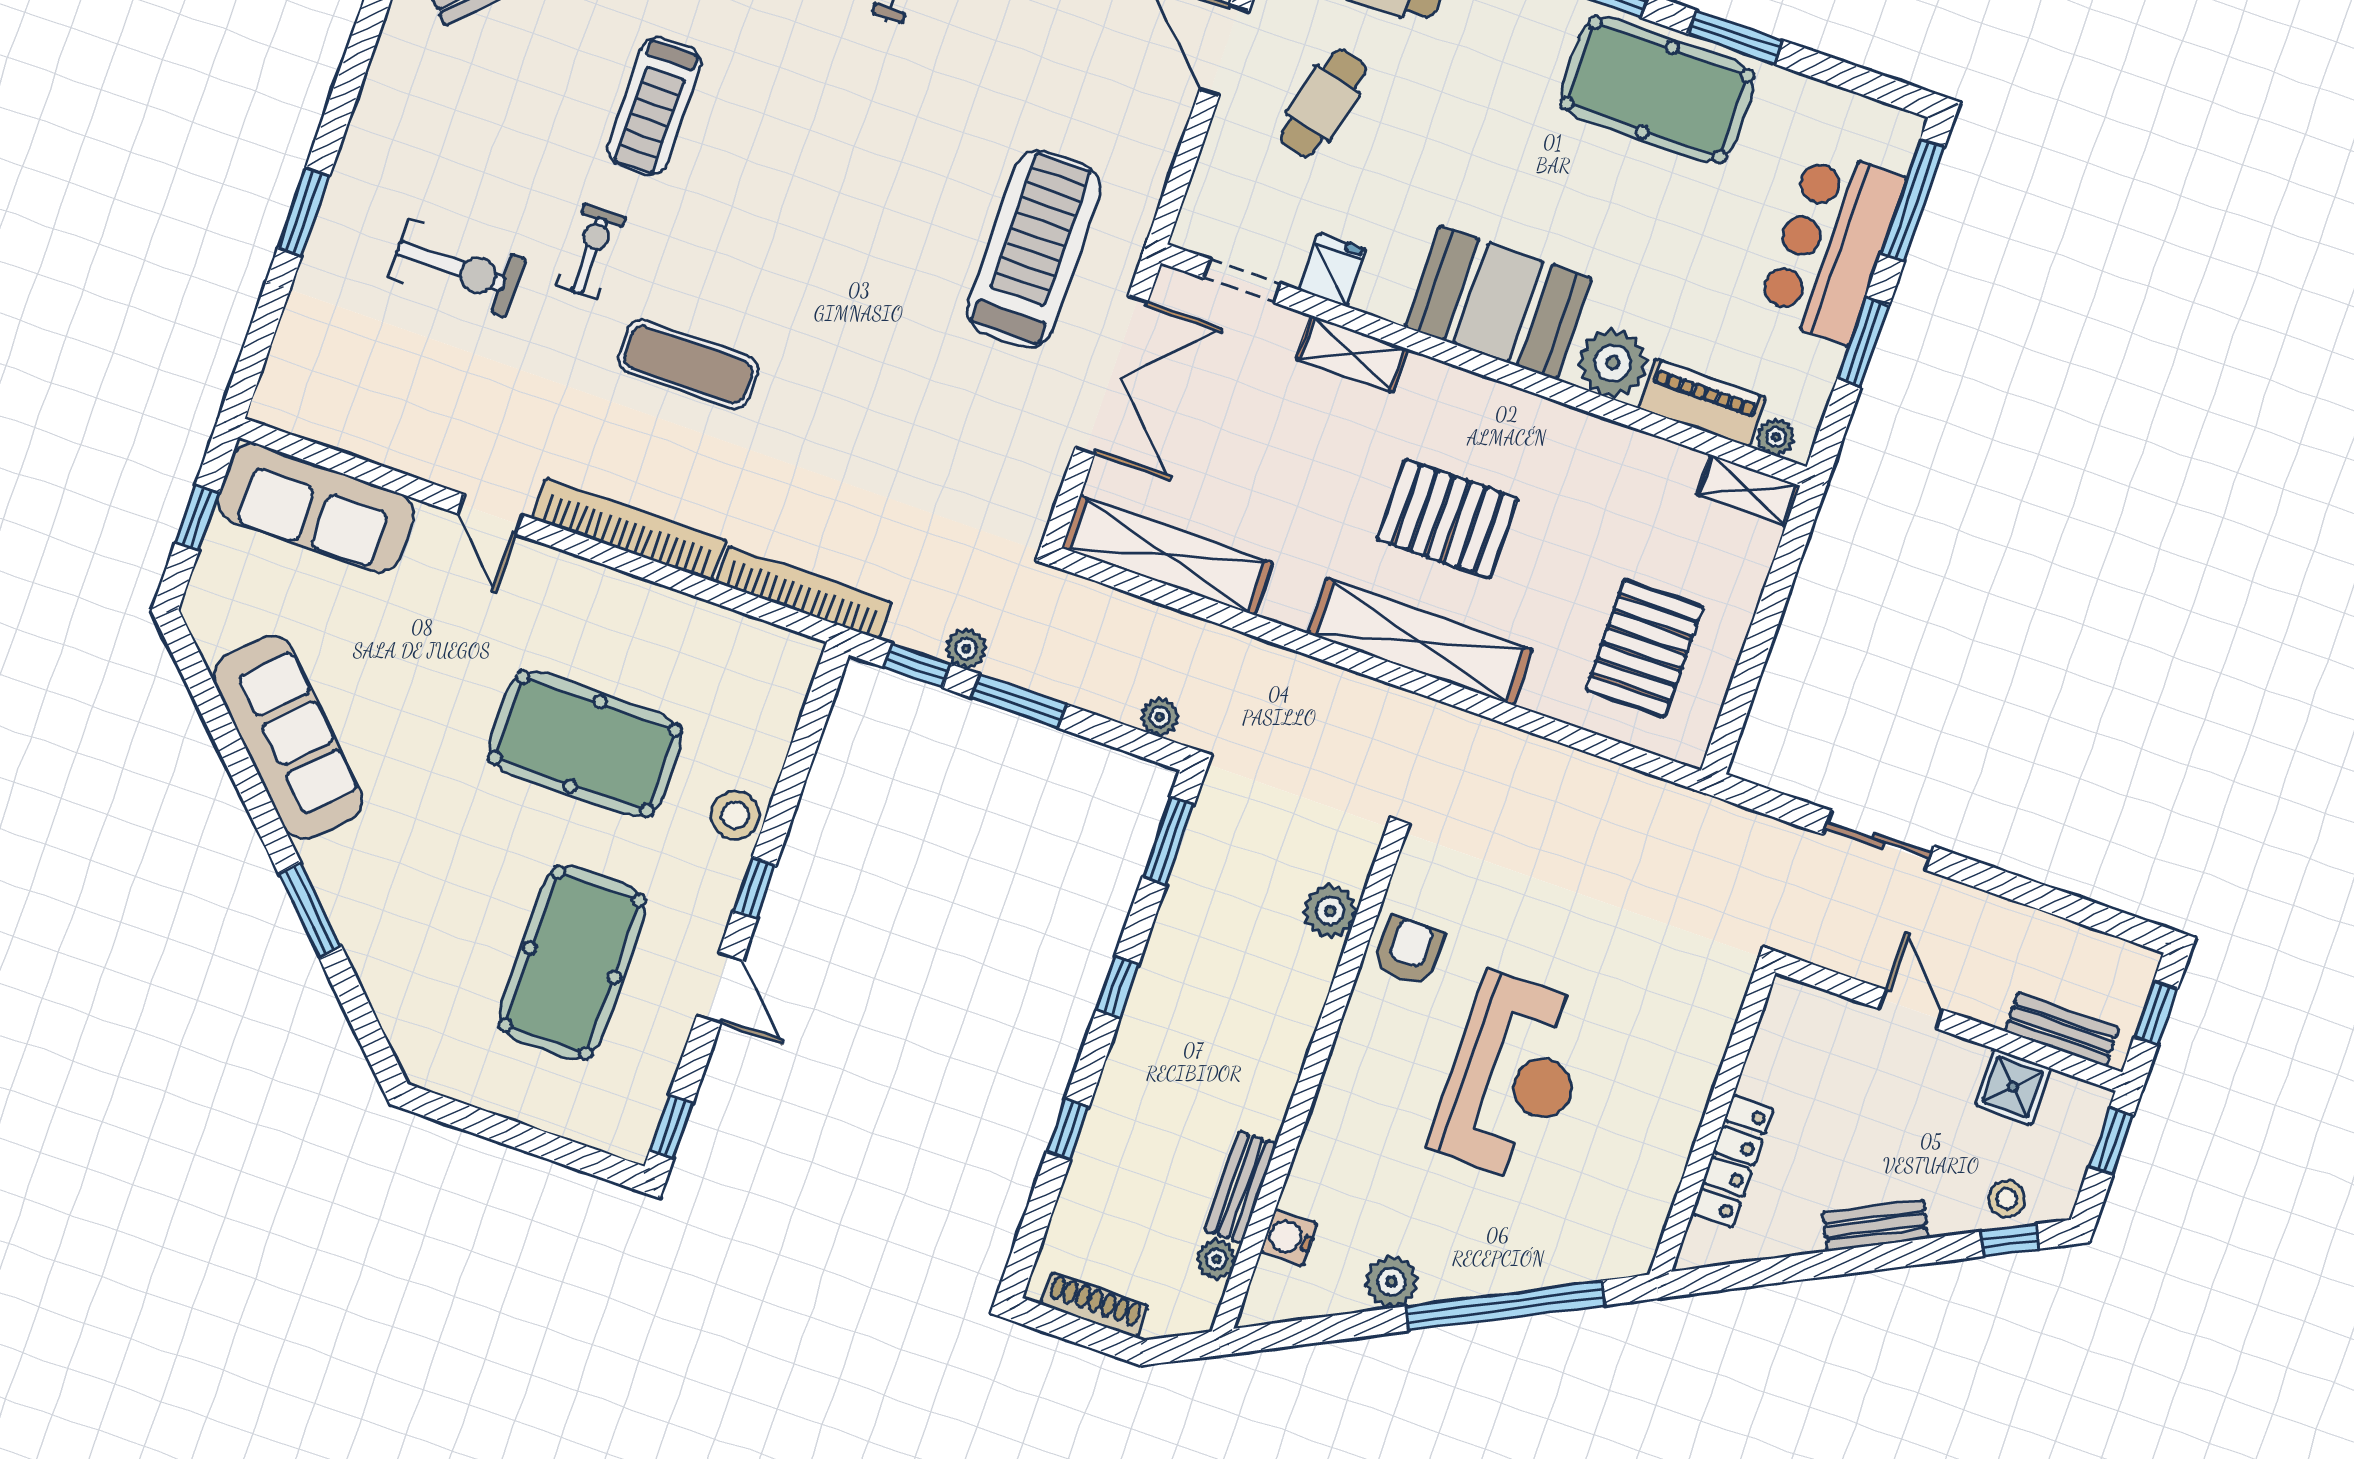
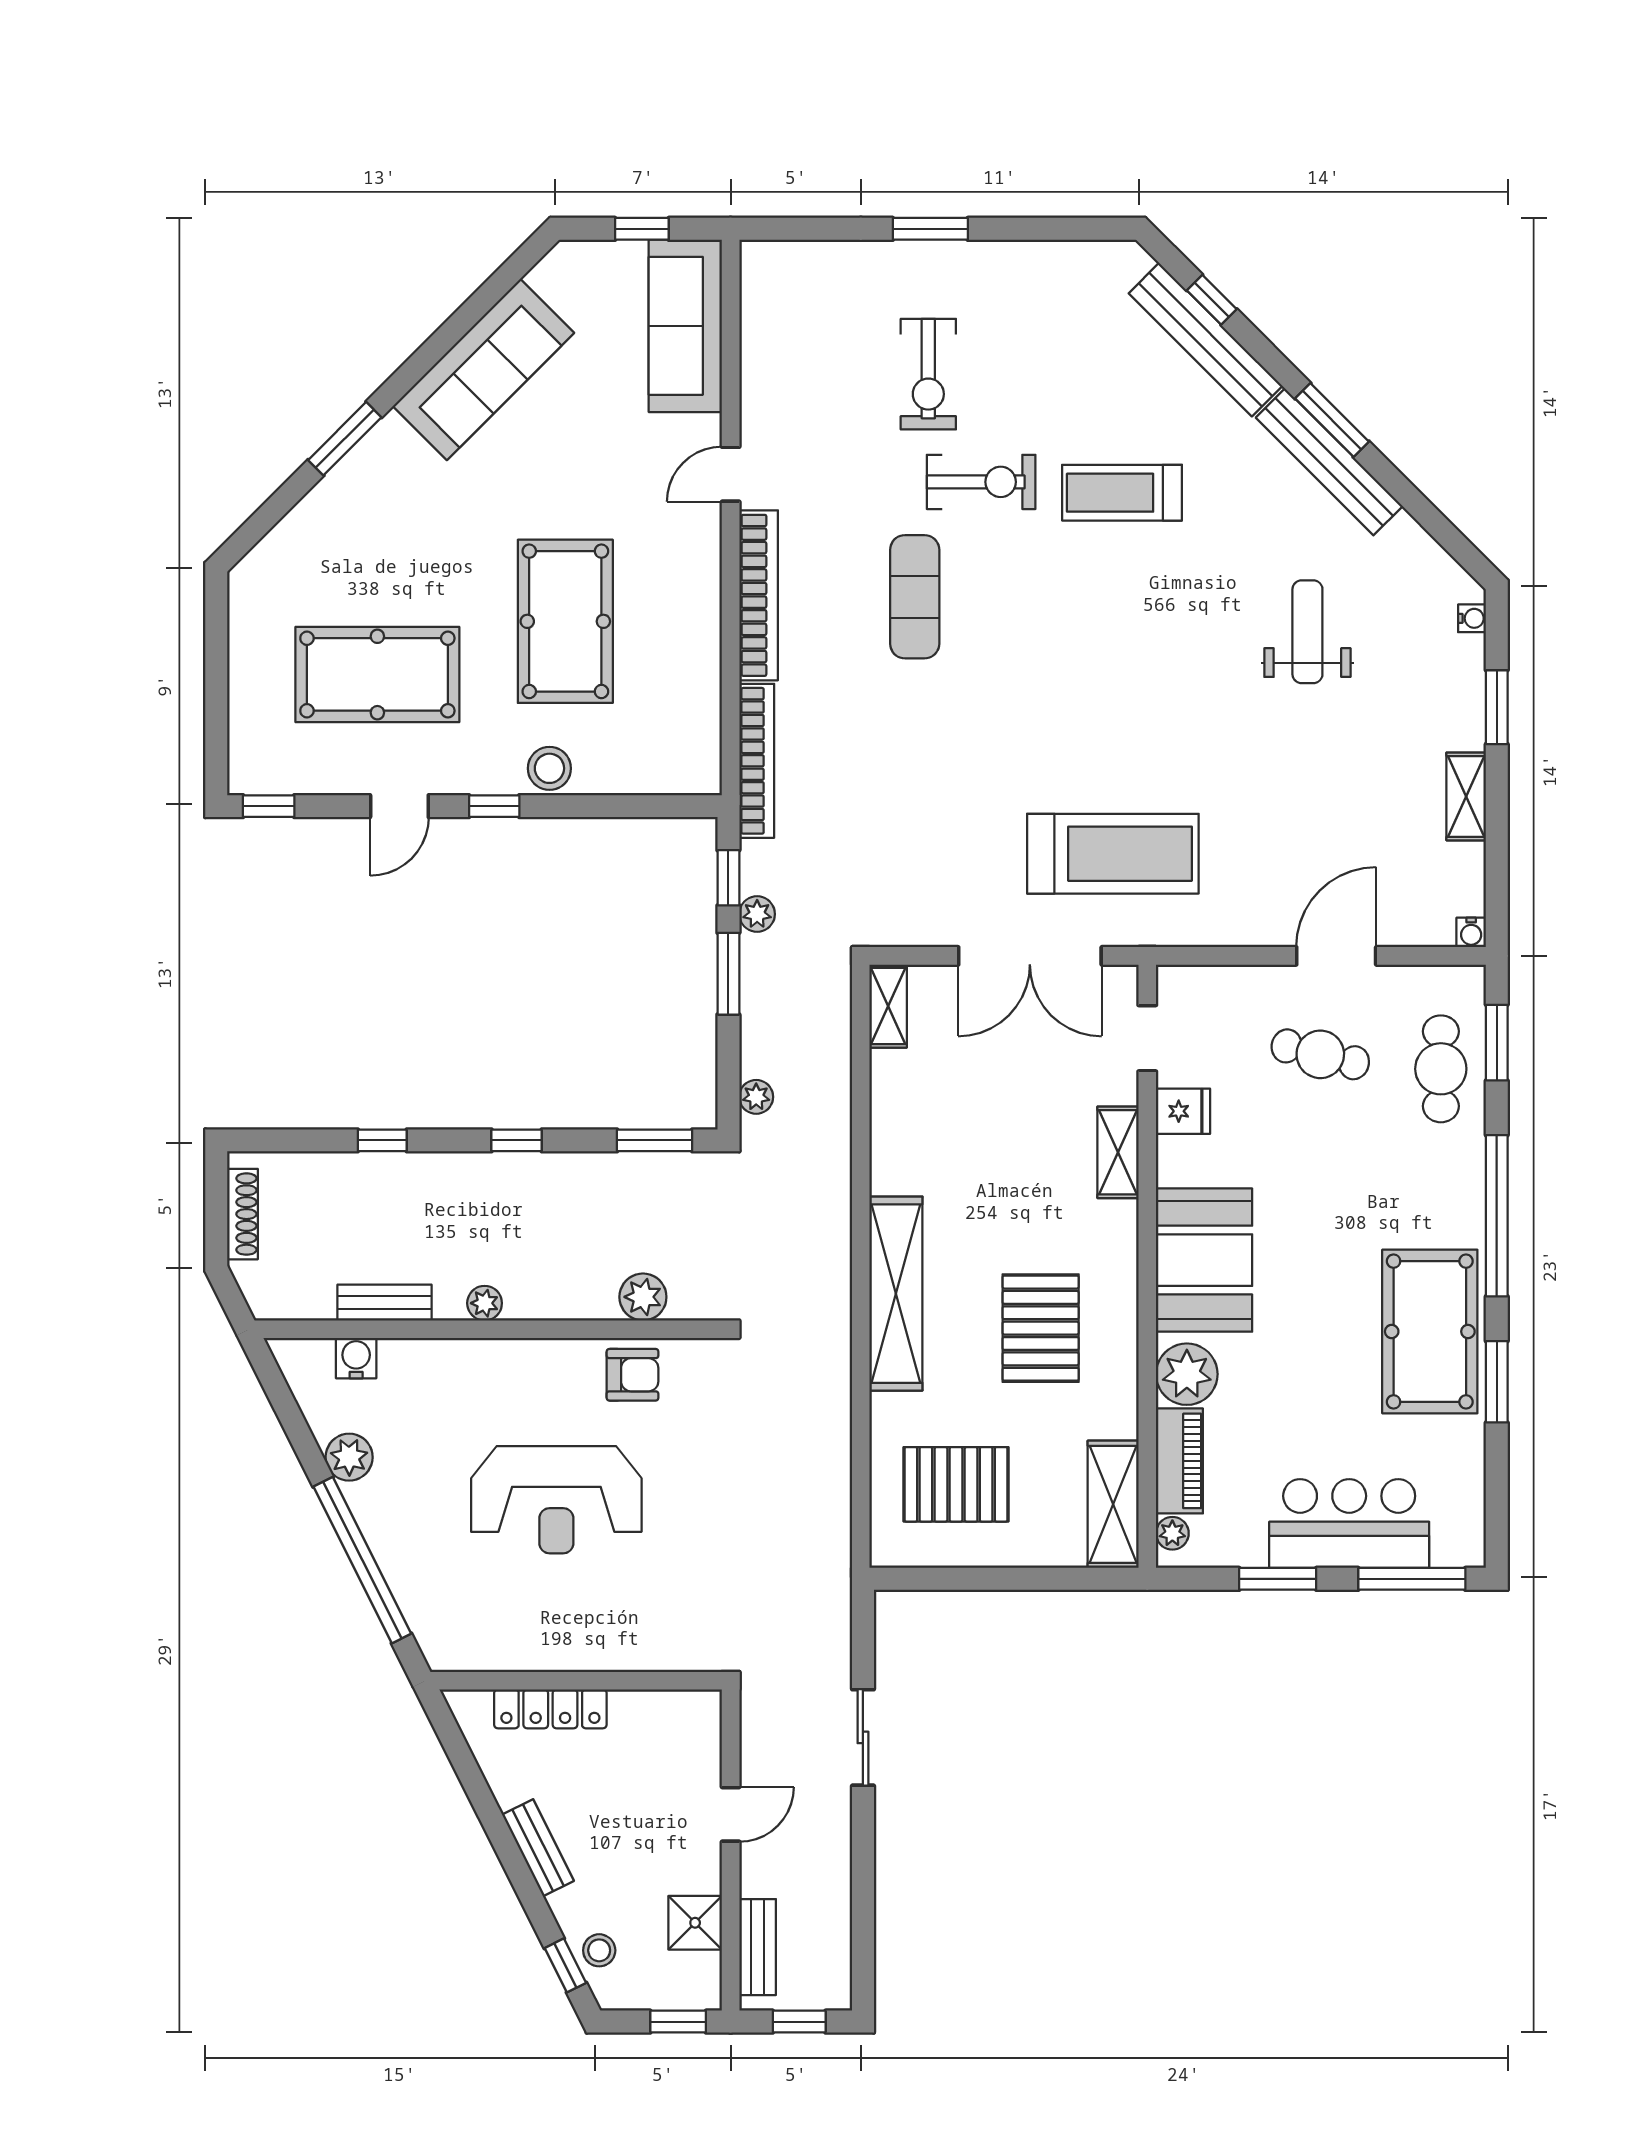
exercise bike: (591, 252) -> (981, 482), width x1.38, depth x1.39
shelving: (1748, 490) -> (1113, 1504), width x1.50, depth x1.33
pallet: (1447, 519) -> (1041, 1328), moved
shelving: (1167, 555) -> (888, 1006), width x0.45, depth x0.75
plant: (1216, 1259) -> (485, 1303), moved

